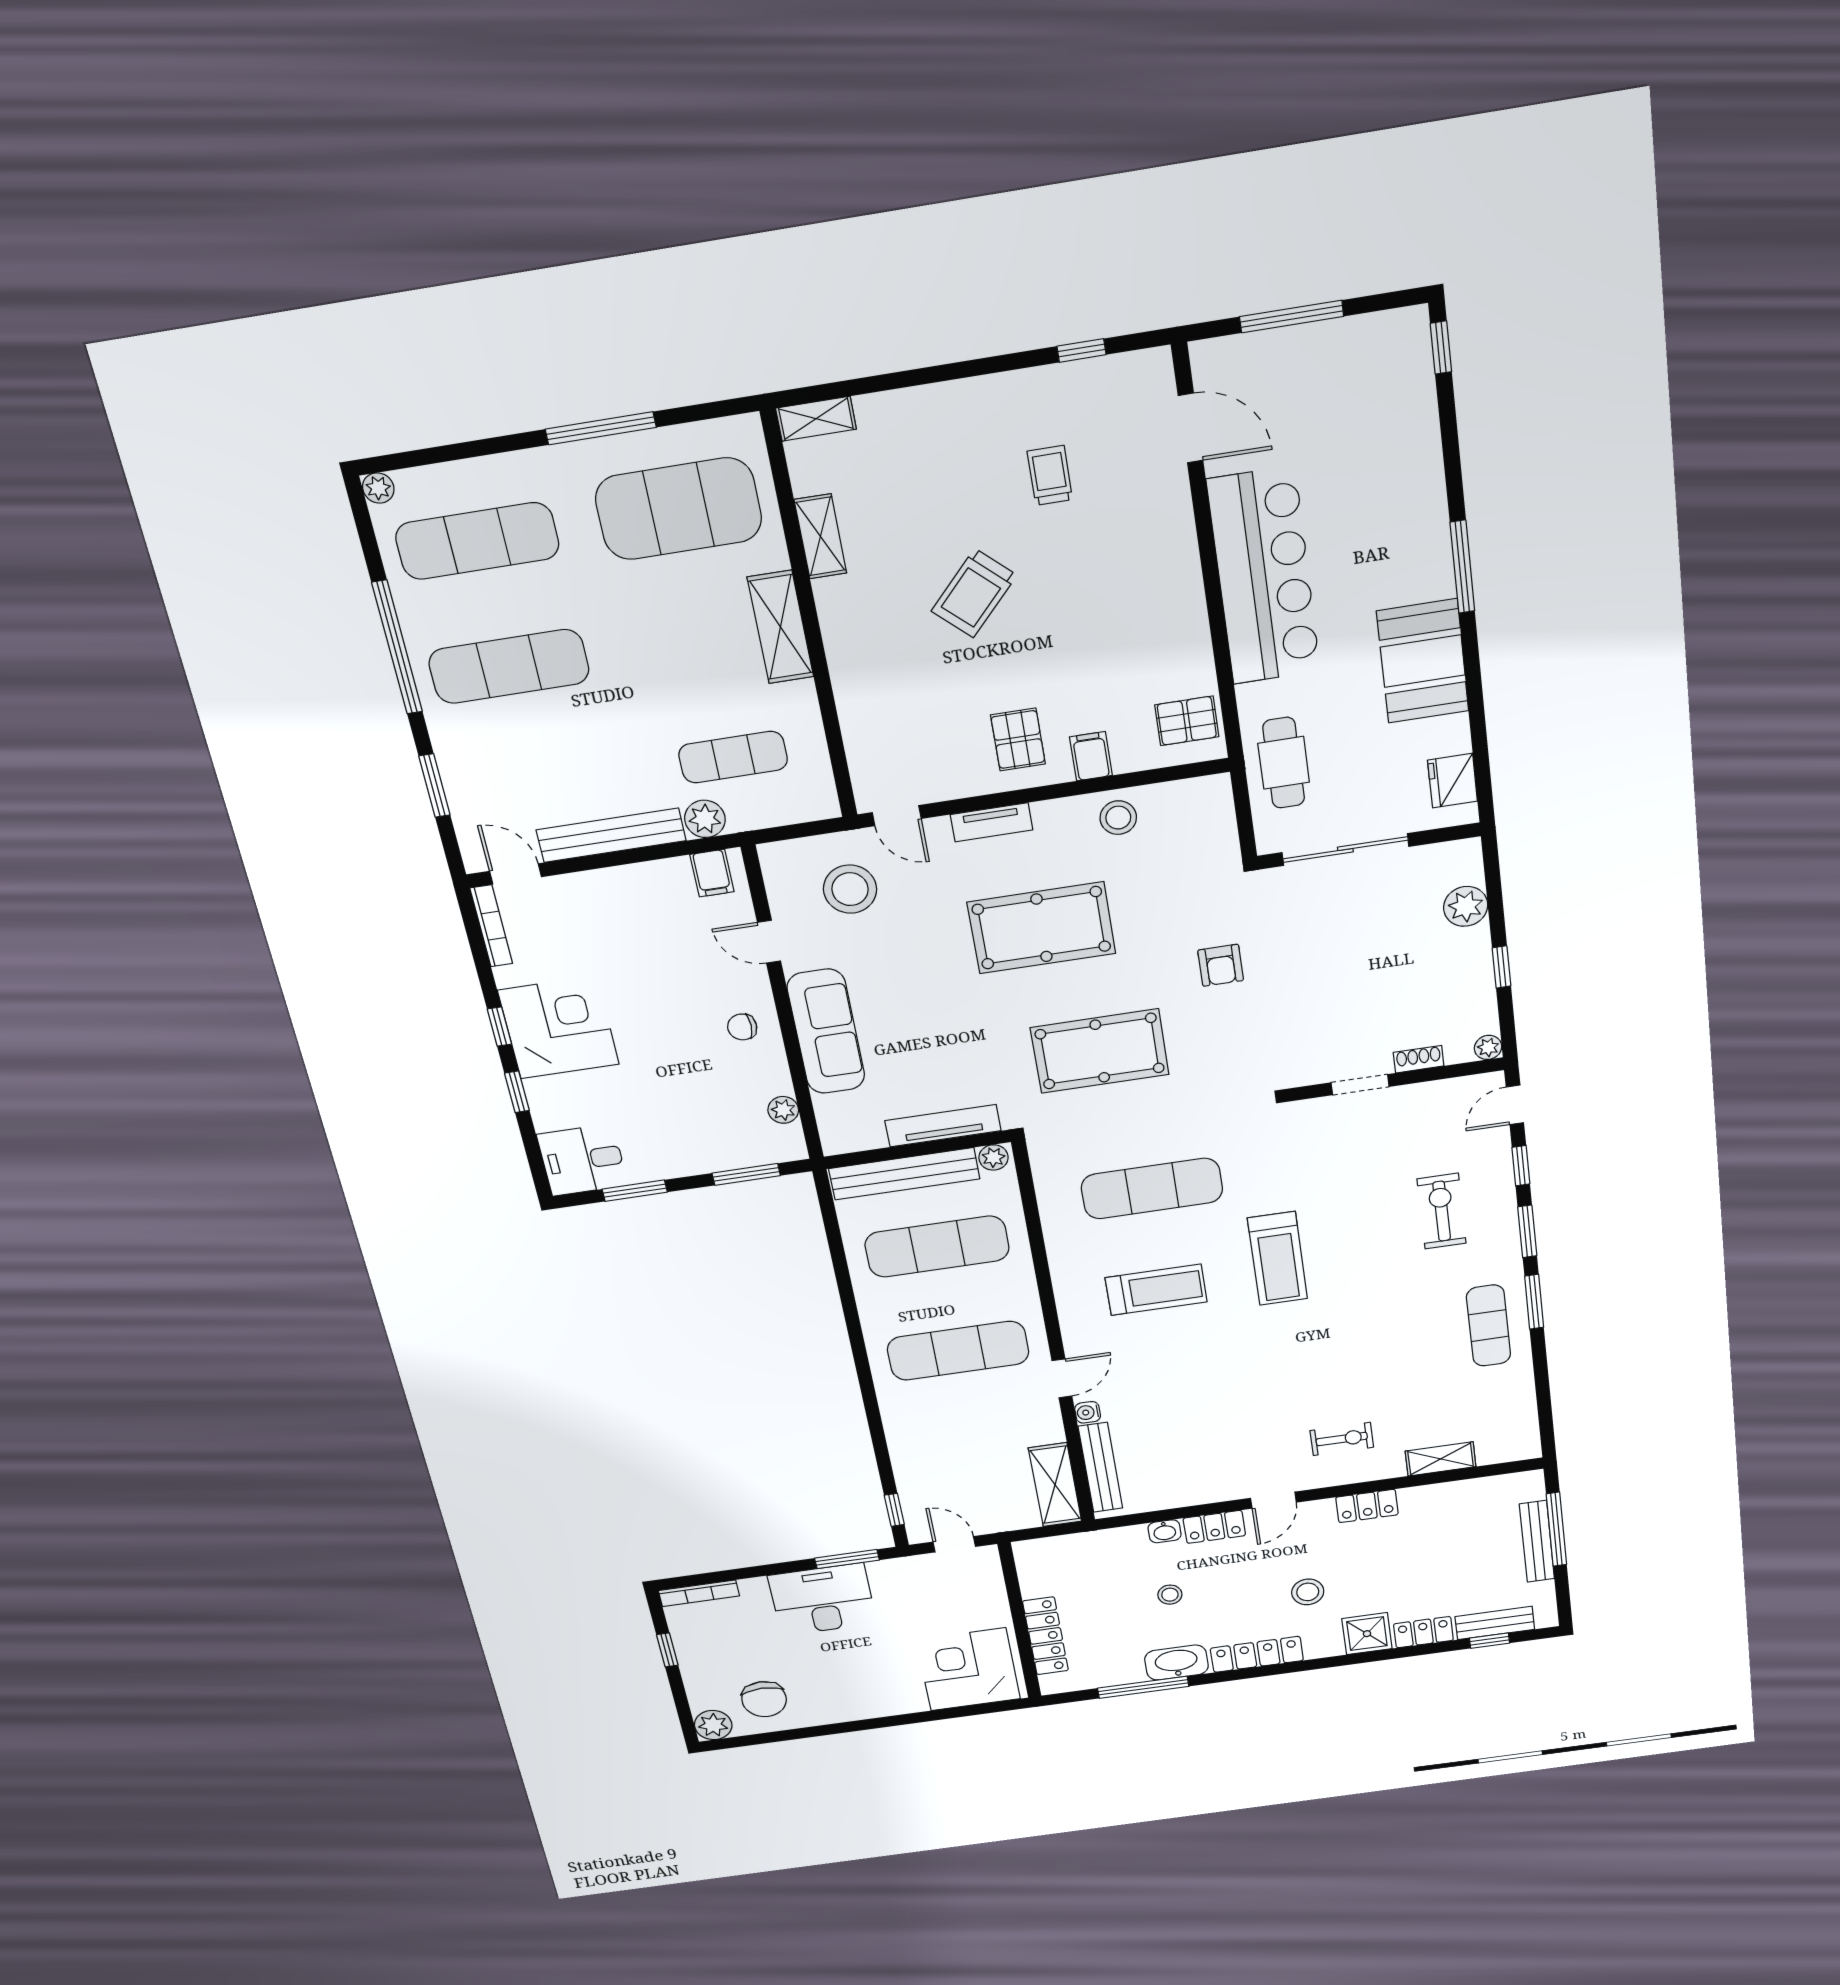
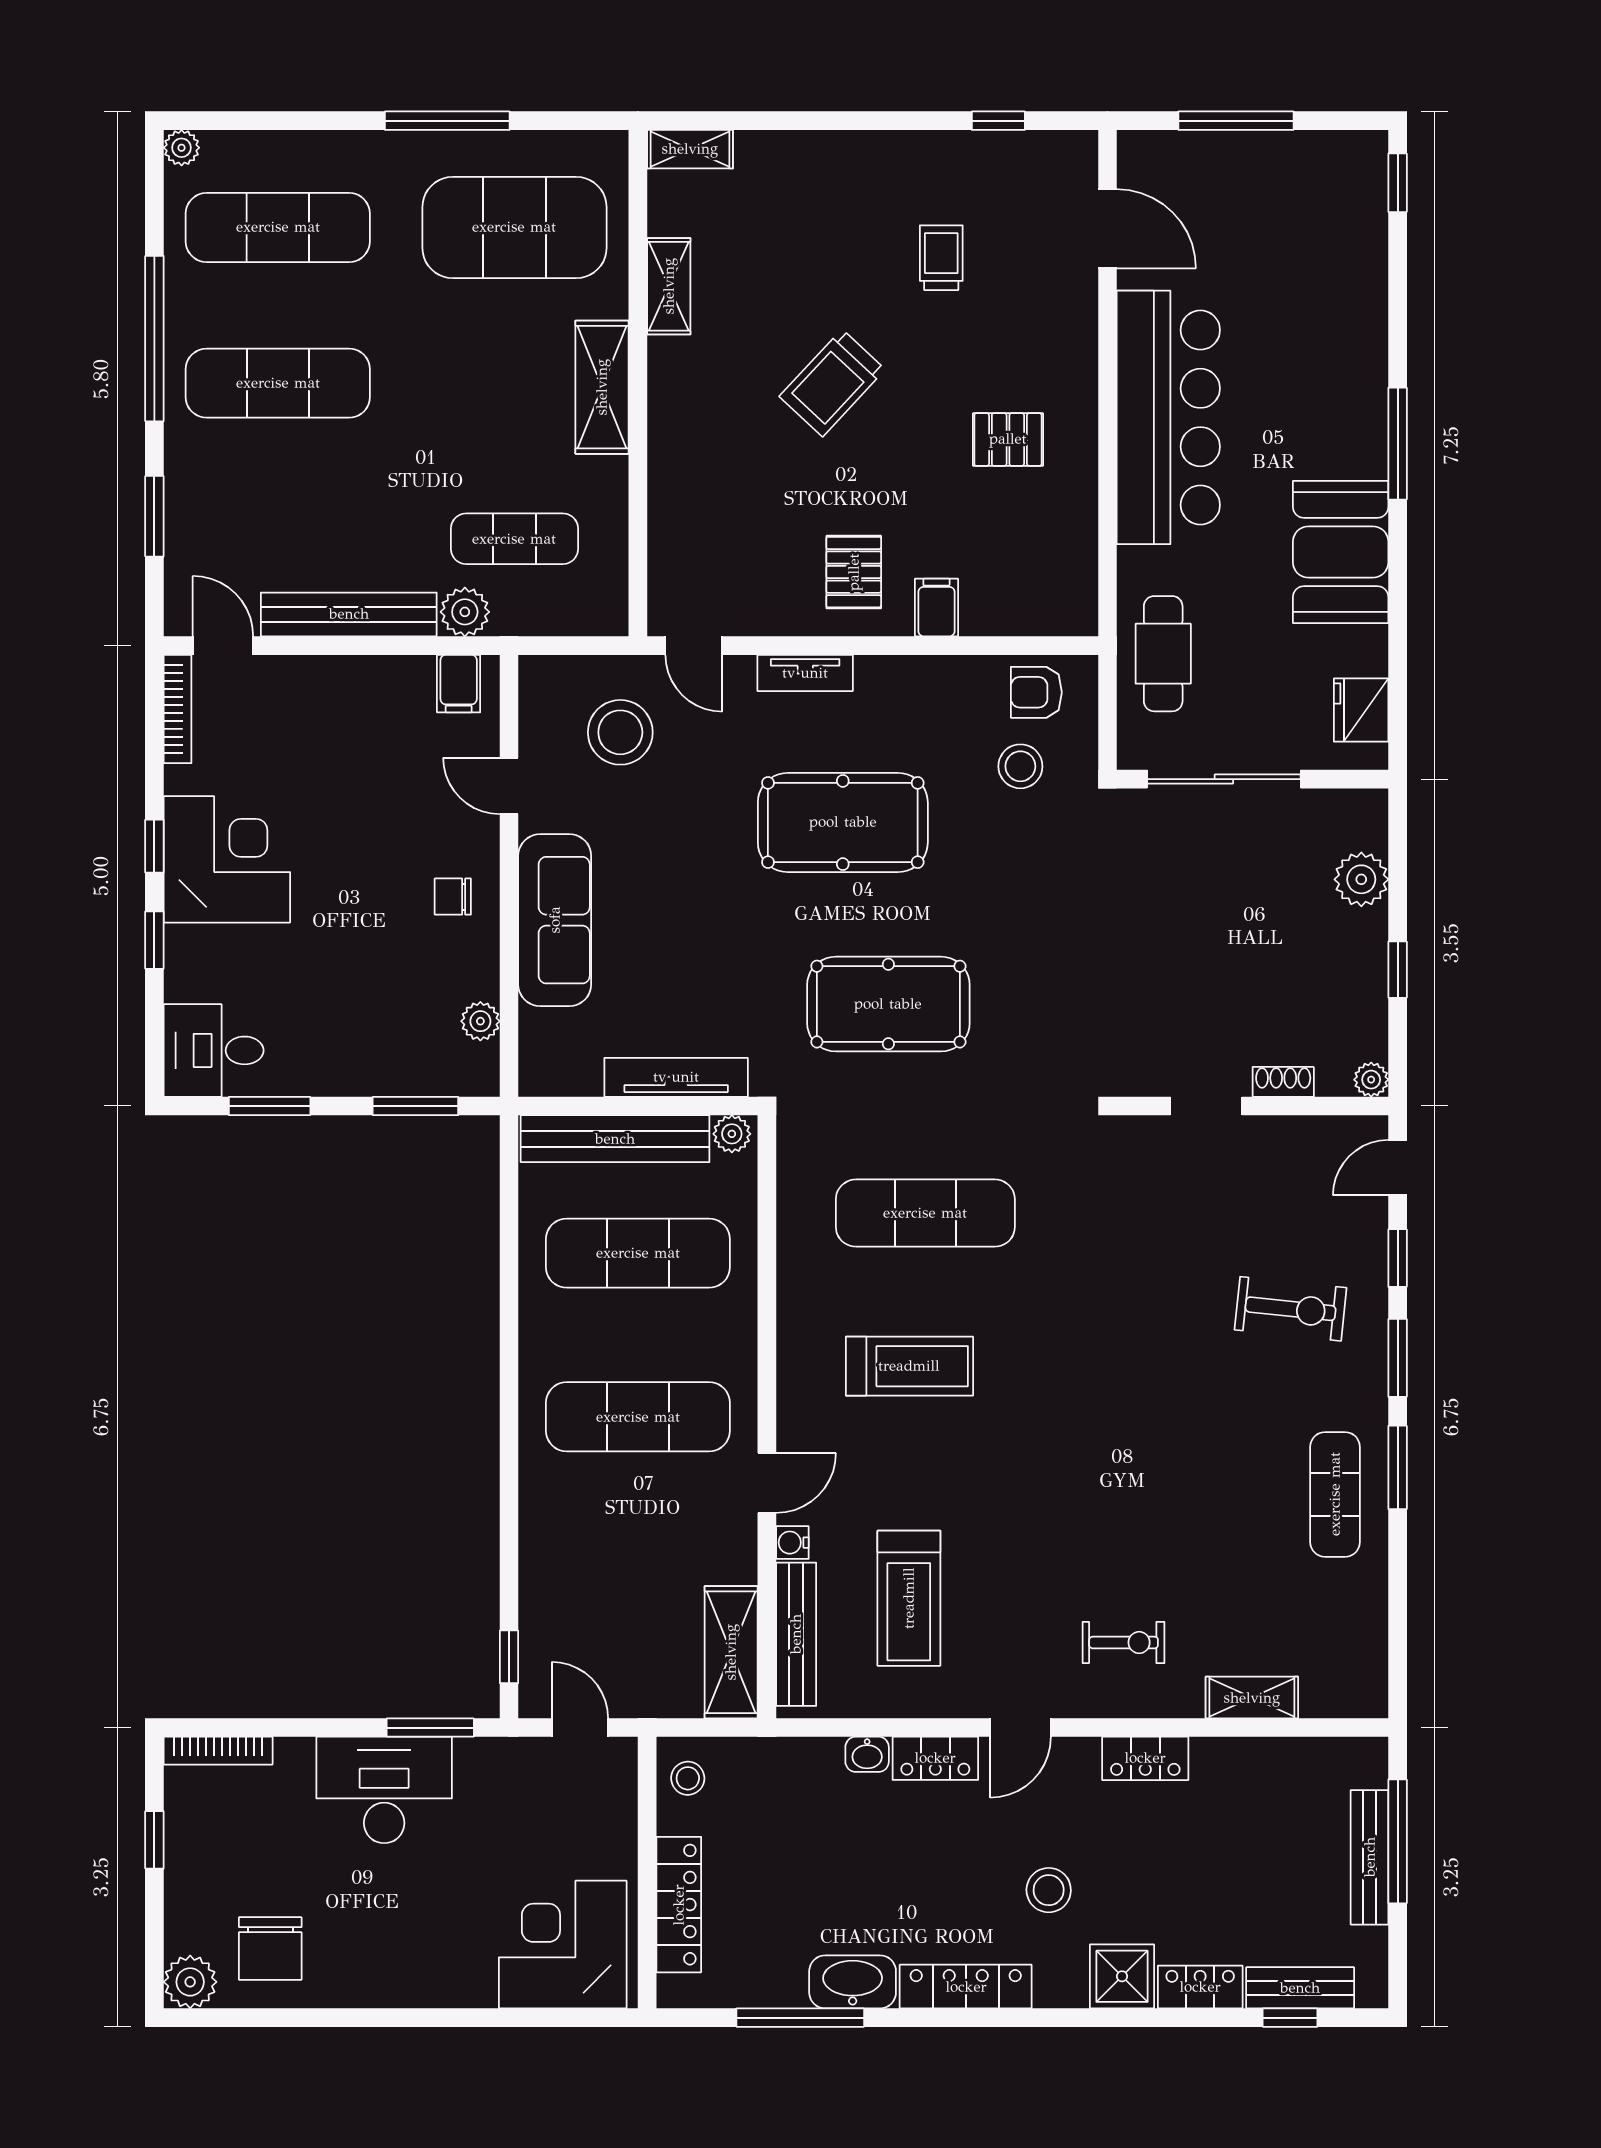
pallet: (1187, 721) -> (1008, 439), moved
stool: (1118, 818) -> (1020, 766), moved
armchair: (1221, 965) -> (1036, 692), moved, turned 90
exercise bike: (1442, 1211) -> (1291, 1309), turned 96
treadmill: (1277, 1258) -> (909, 1598), moved
stool: (1170, 1595) -> (688, 1778), moved

